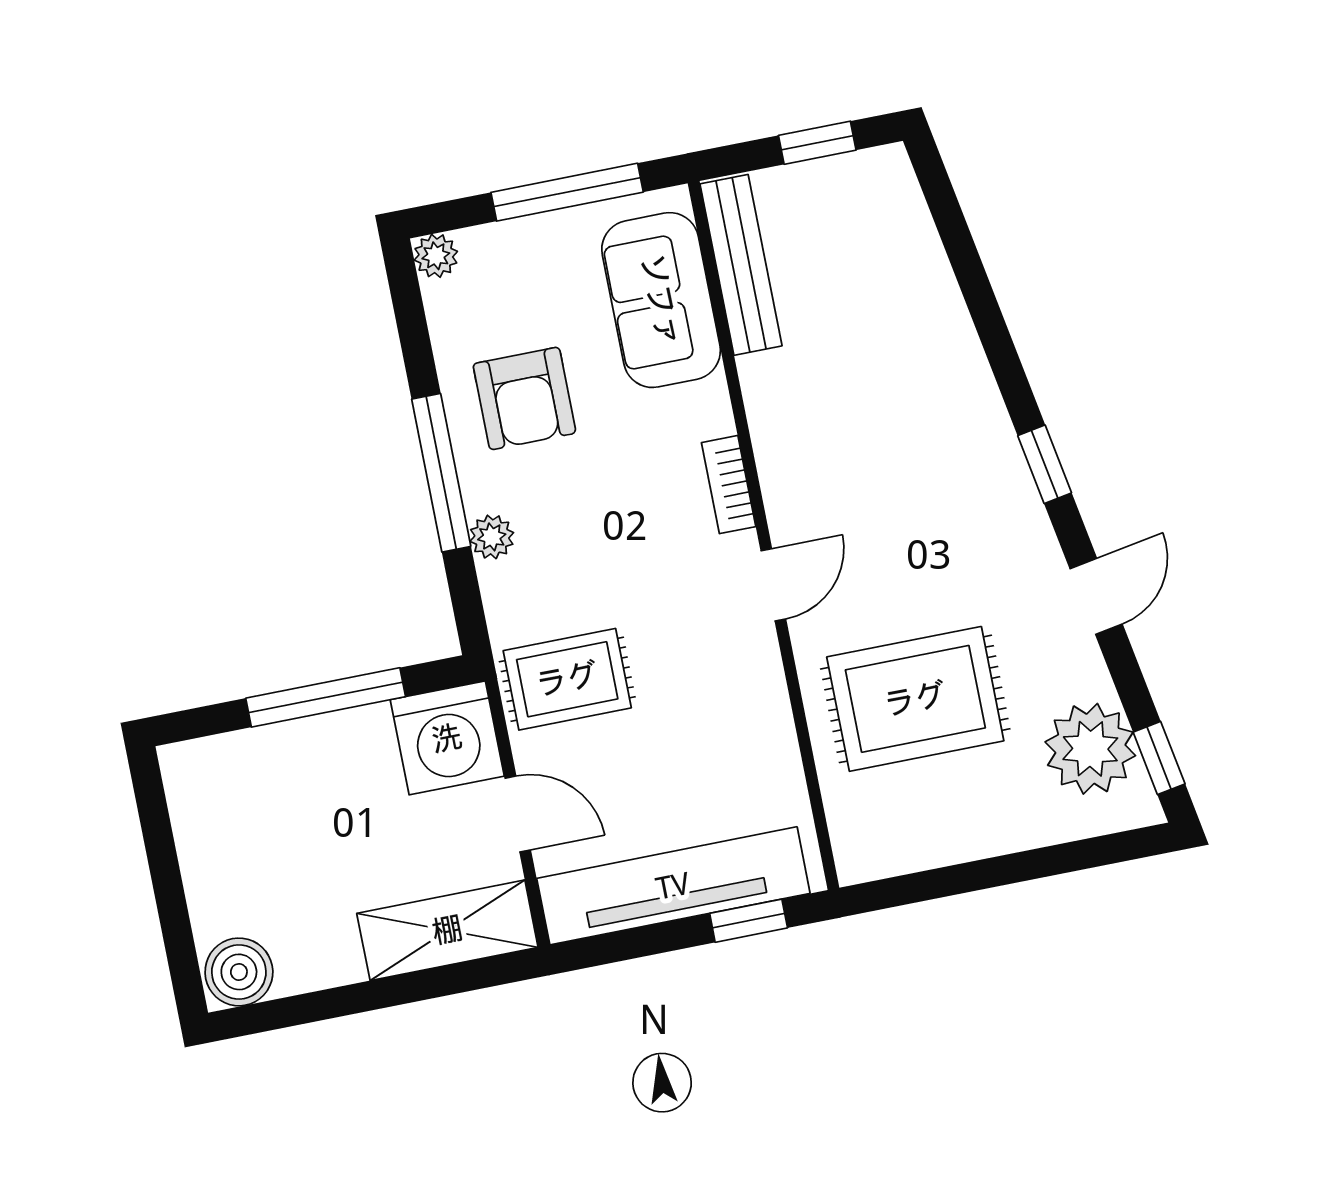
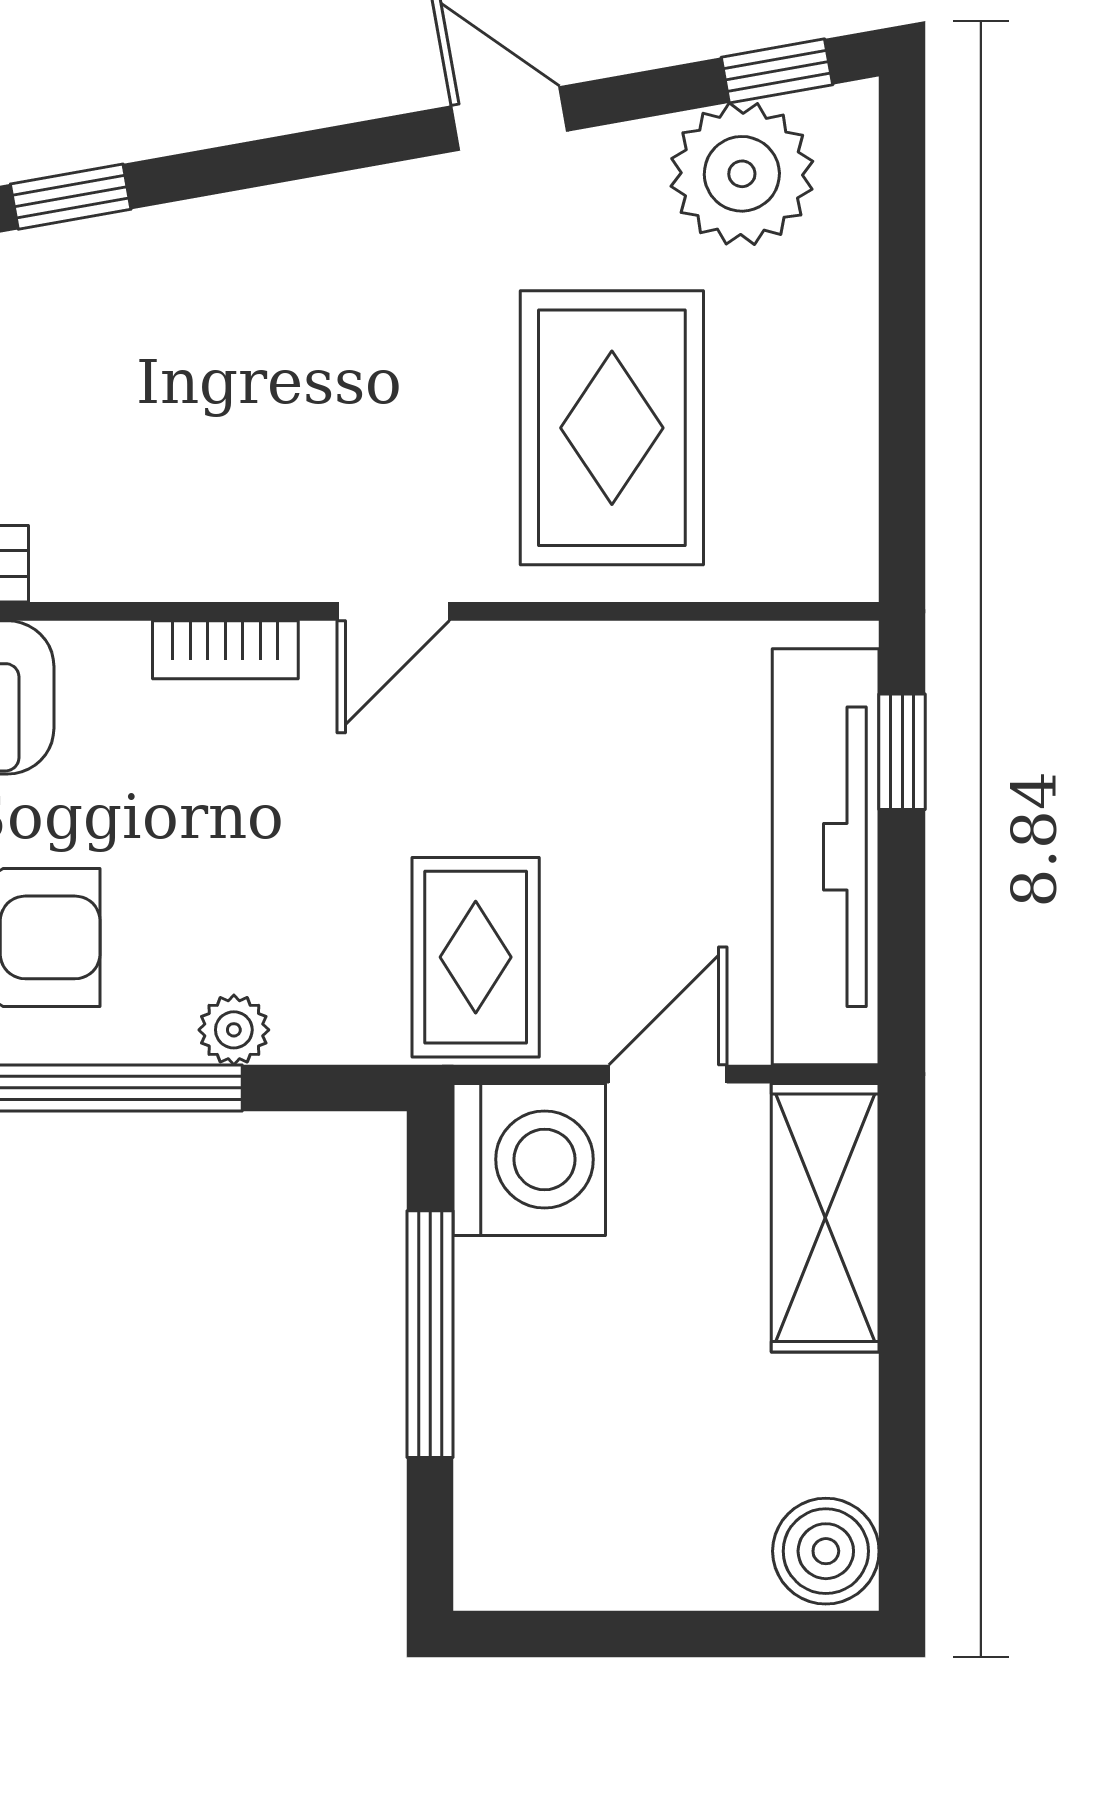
window: (1045, 464) -> (71, 197), moved
door: (773, 585) -> (393, 611), swing flipped

